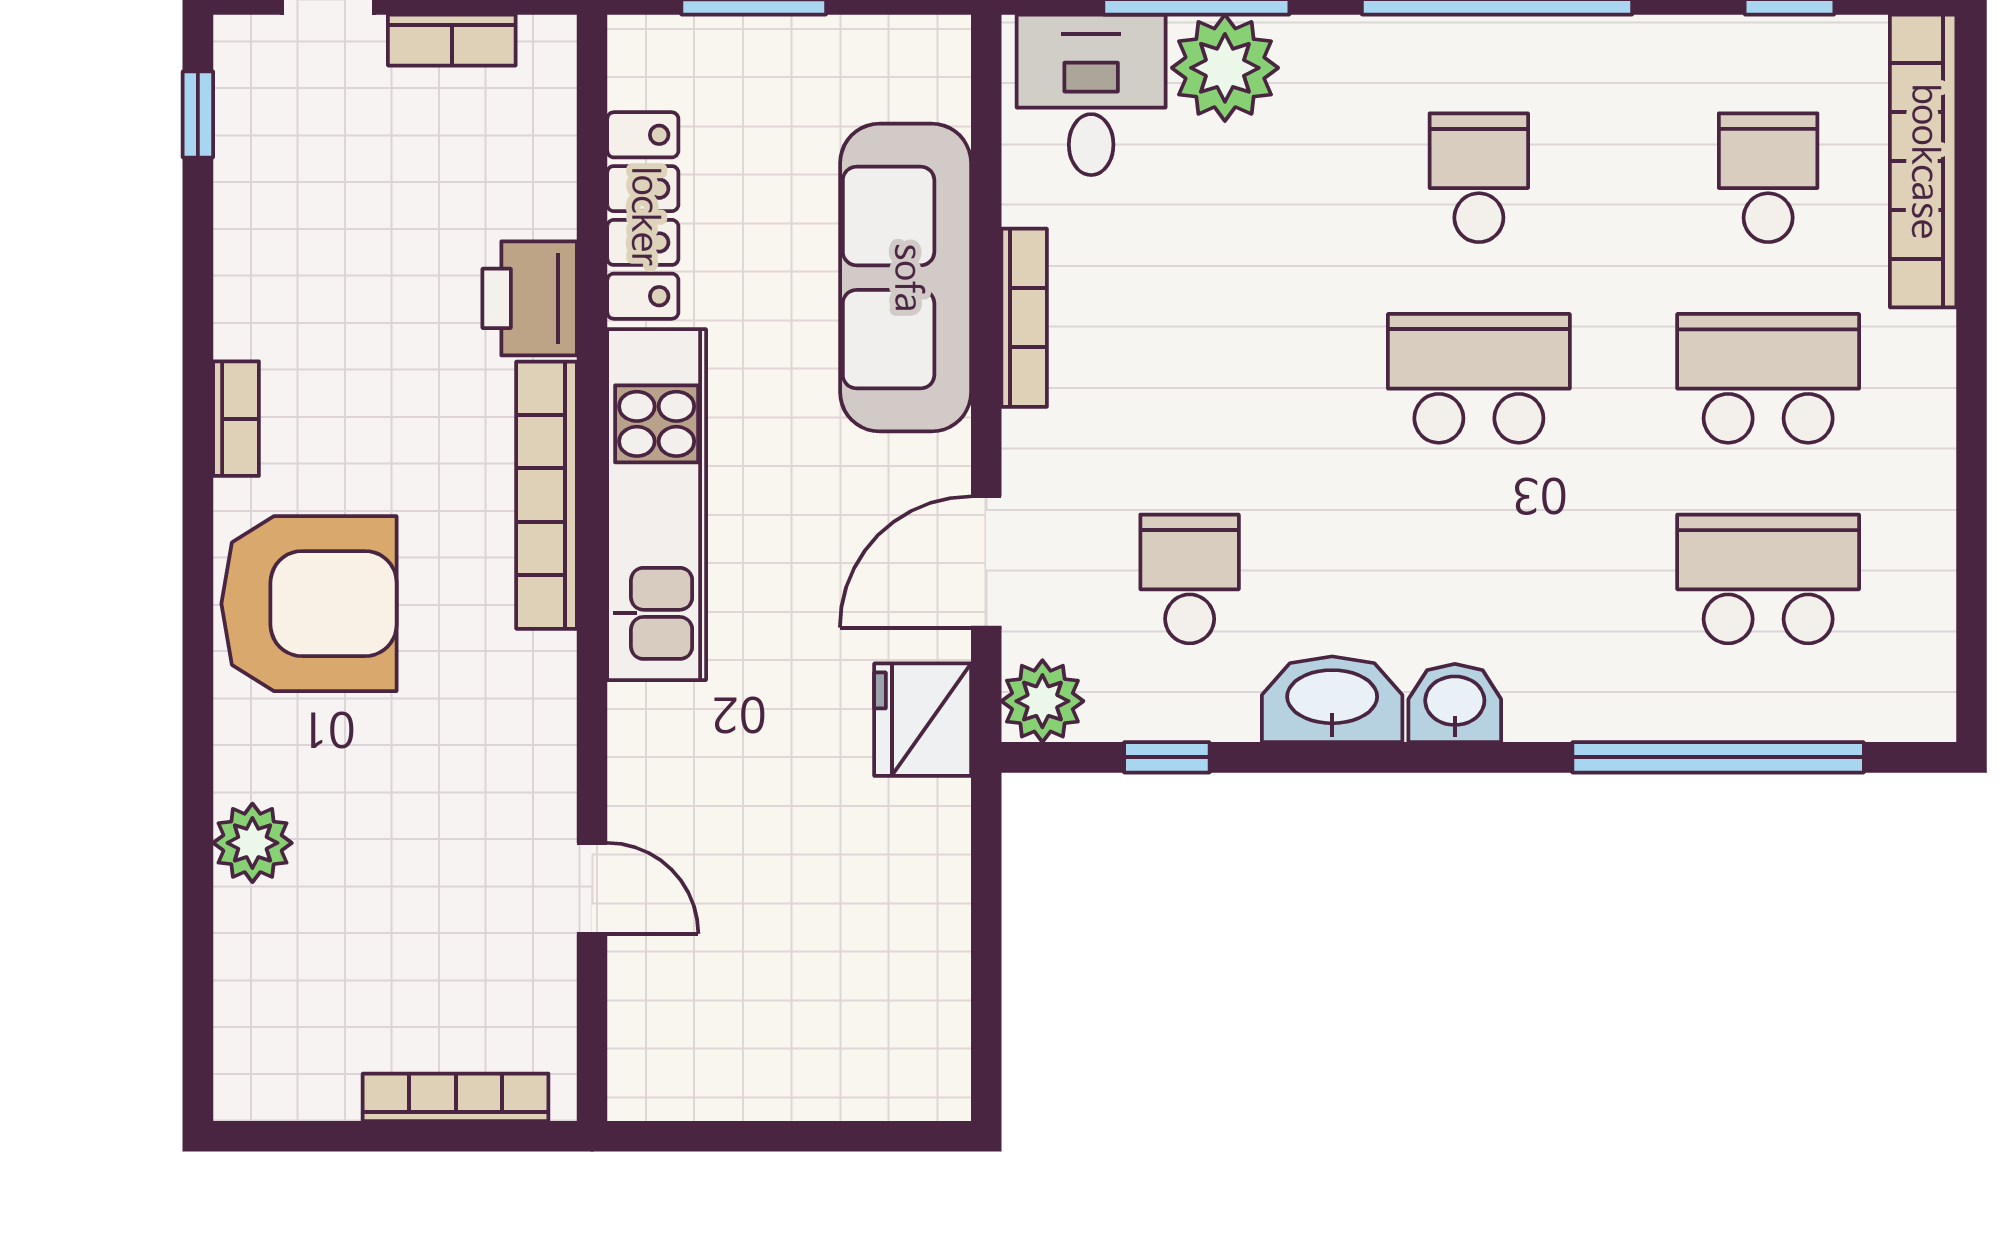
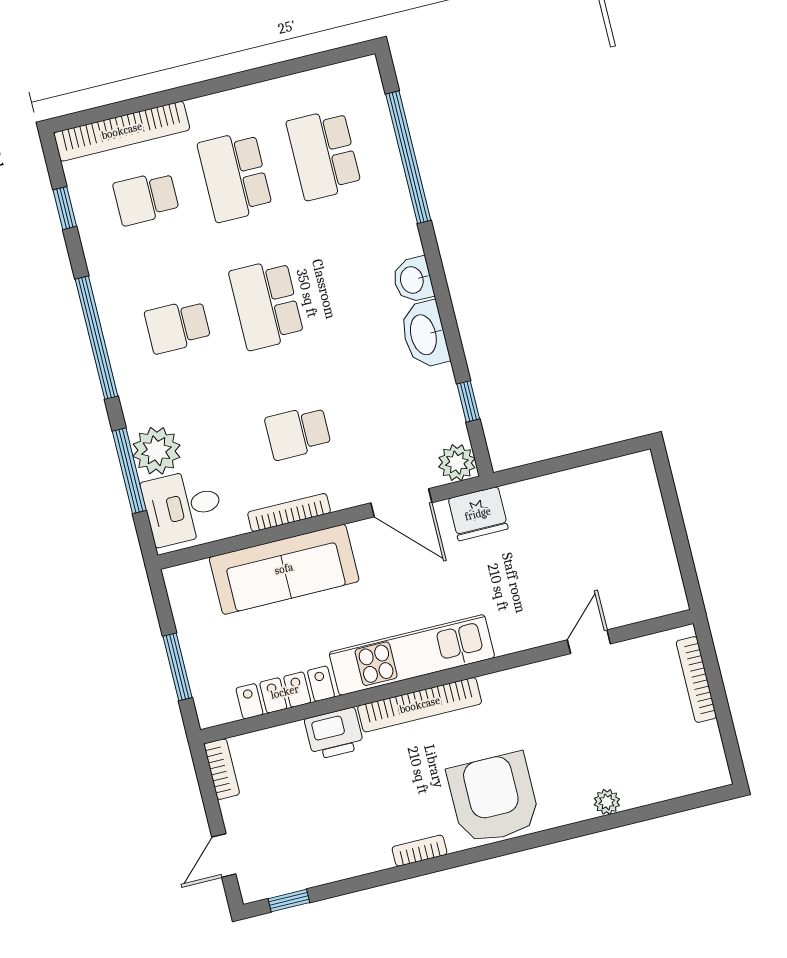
bookcase: (452, 40) -> (222, 769), moved
school desk: (1190, 579) -> (298, 433), moved
plant: (252, 843) -> (607, 802), width x0.73, depth x0.73

